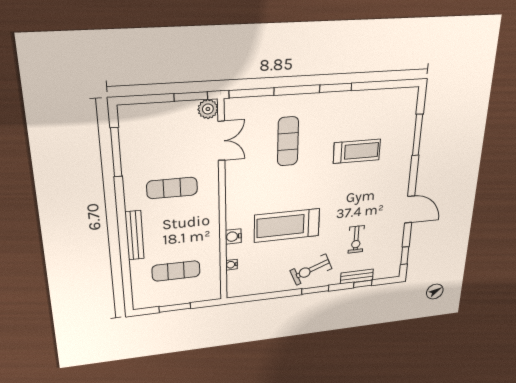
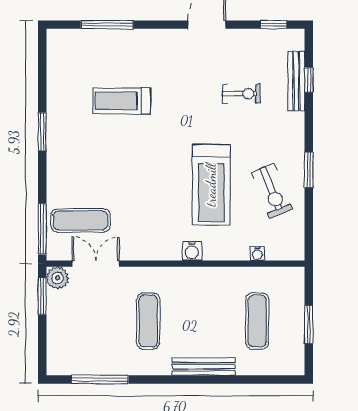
exercise mat: (288, 141) -> (80, 220), moved
treadmill: (357, 151) -> (122, 101), turned -90
water cooler: (233, 236) -> (192, 251), moved
exercise bike: (311, 270) -> (272, 191), moved
bench: (357, 276) -> (296, 81), width x1.36
window: (315, 290) -> (309, 170), moved

